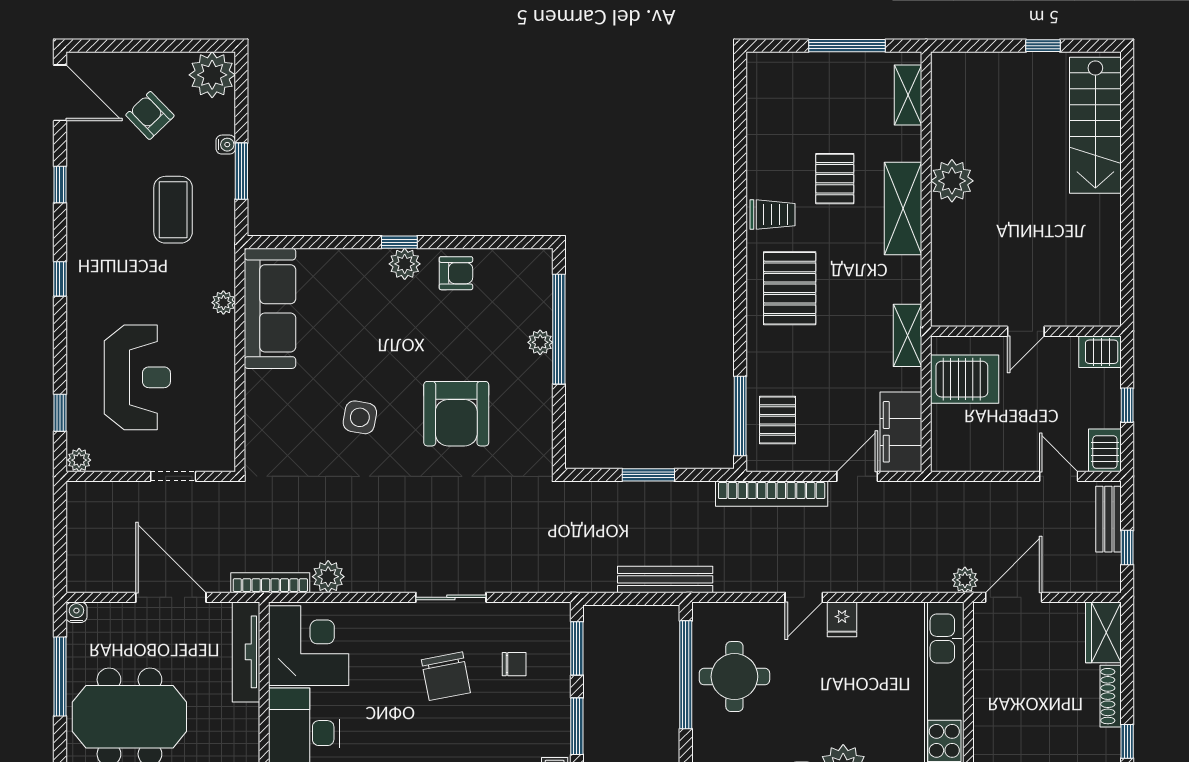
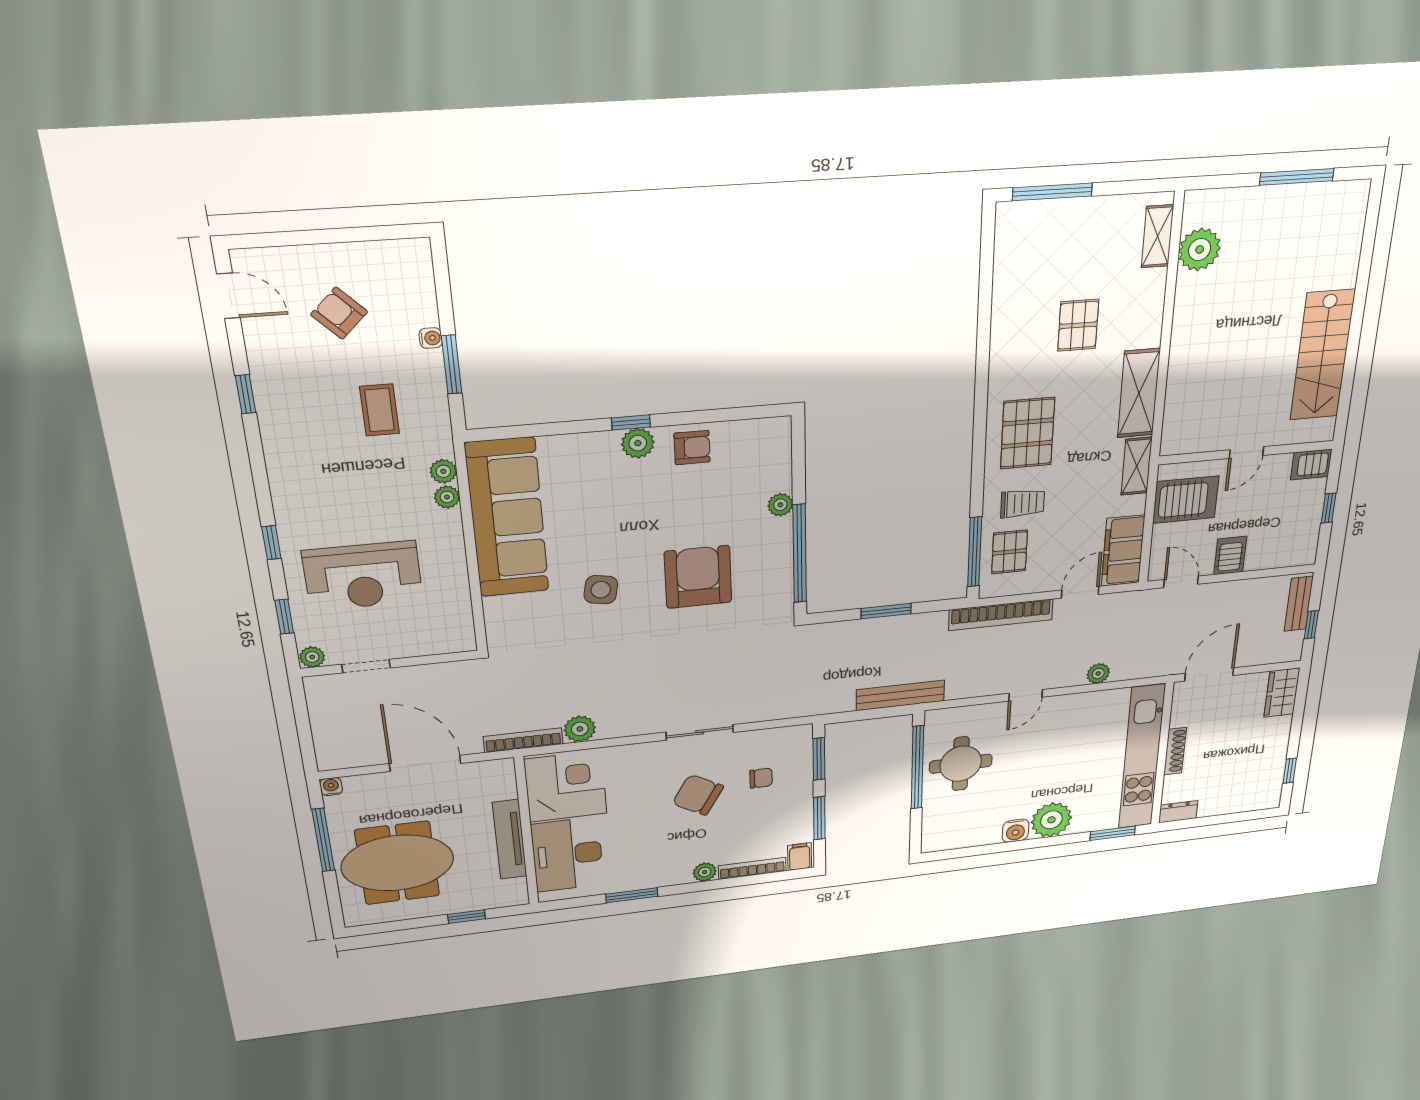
window: (847, 46) -> (1052, 192), moved
window: (1043, 46) -> (1297, 177), width x2.17
plant: (212, 75) -> (443, 471), moved, width x0.53, depth x0.53
door: (60, 93) -> (228, 296), width x0.73
stairs: (1095, 125) -> (1322, 355), moved
plant: (952, 181) -> (1200, 249), moved
shelving: (903, 208) -> (1139, 393), moved
coffee table: (173, 210) -> (379, 410), width x0.73, depth x0.77
trolley: (772, 215) -> (1023, 503), moved
window: (60, 279) -> (271, 543), moved
sofa: (270, 308) -> (507, 518), width x1.36, depth x1.27
window: (559, 329) -> (800, 554), moved
reception desk: (137, 377) -> (363, 576), turned 90
armchair: (456, 414) -> (698, 577), turned 180
server rack: (1105, 450) -> (1230, 555), moved
doorway: (173, 476) -> (366, 666), moved
door: (1059, 476) -> (1181, 582), moved
plant: (965, 580) -> (1098, 674), moved
fridge: (842, 619) -> (1058, 709), removed
tv unit: (246, 652) -> (510, 839), moved
chair: (446, 676) -> (698, 795), turned 131
shoe rack: (1111, 696) -> (1175, 751), moved, turned 180

